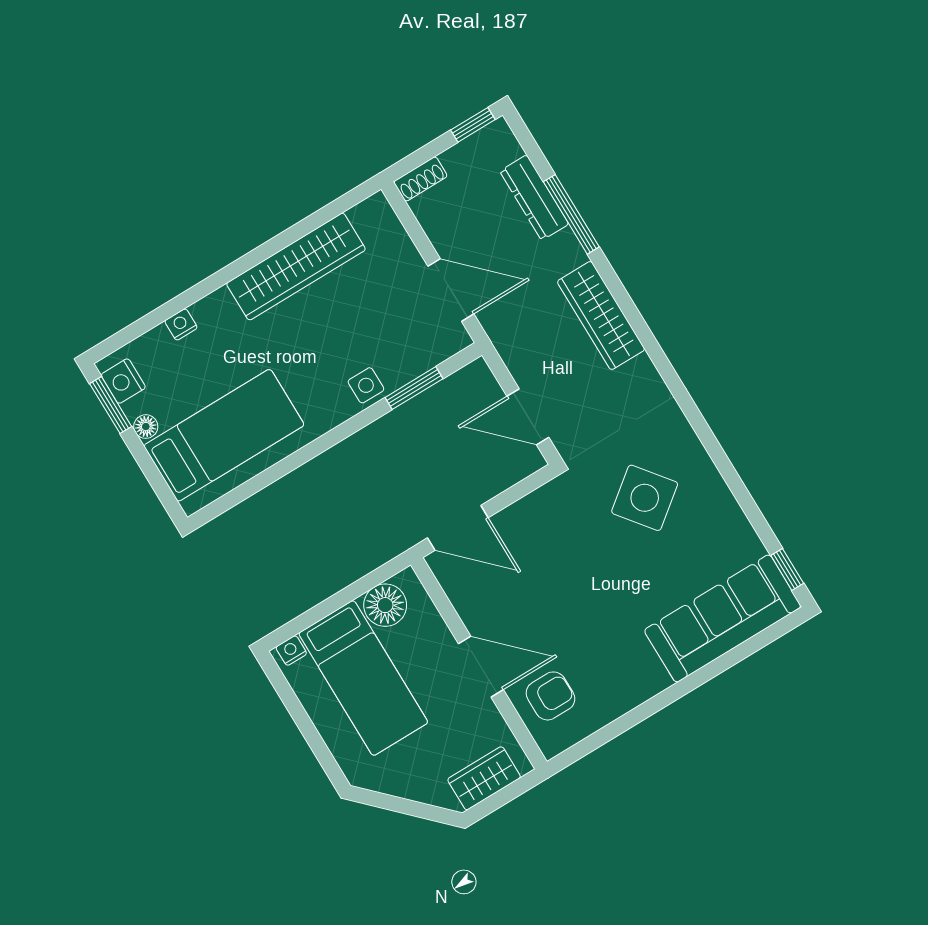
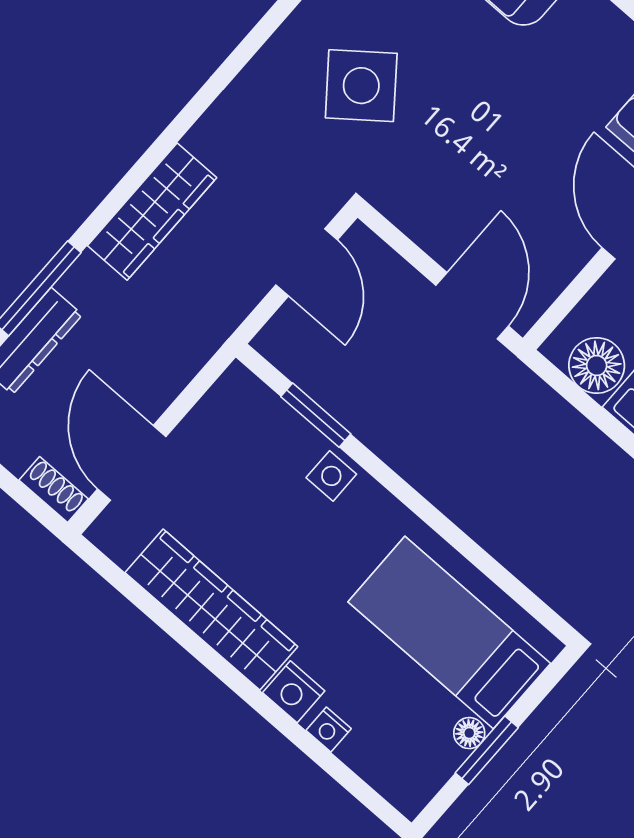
door: (451, 290) -> (132, 463), moved
nightstand: (123, 381) -> (294, 692), moved, turned 90
window: (111, 405) -> (487, 750), moved

